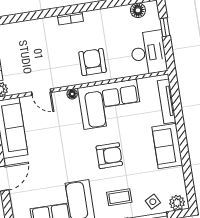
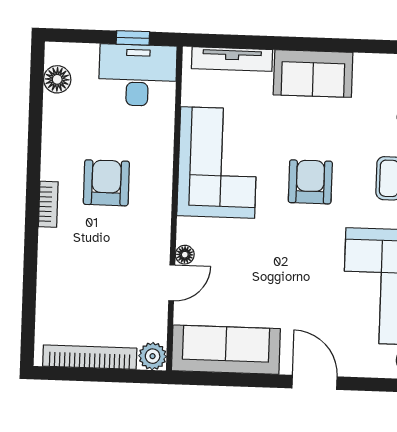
window: (165, 27) -> (133, 38), moved
armchair: (93, 62) -> (106, 183), moved, turned 90
floor lamp: (72, 94) -> (185, 255), moved

